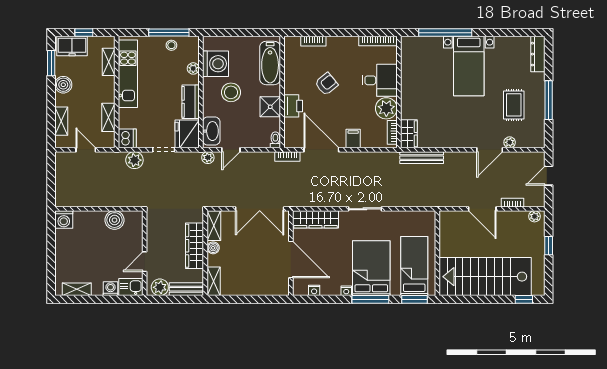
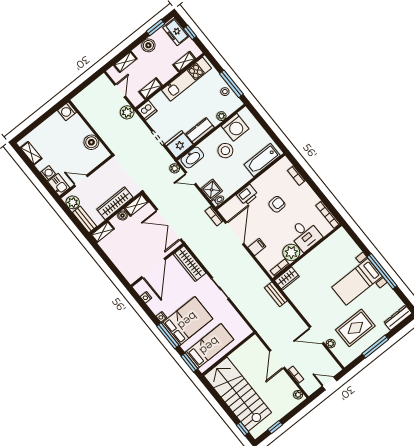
window: (445, 33) -> (382, 271), moved
armchair: (326, 84) -> (277, 204), turned -54
rug: (514, 105) -> (355, 328), width x1.36, depth x1.43
shower: (270, 107) -> (212, 190), moved
bench: (422, 158) -> (276, 294), width x0.73
plant: (134, 160) -> (127, 112), moved
window: (549, 246) -> (275, 427), moved

